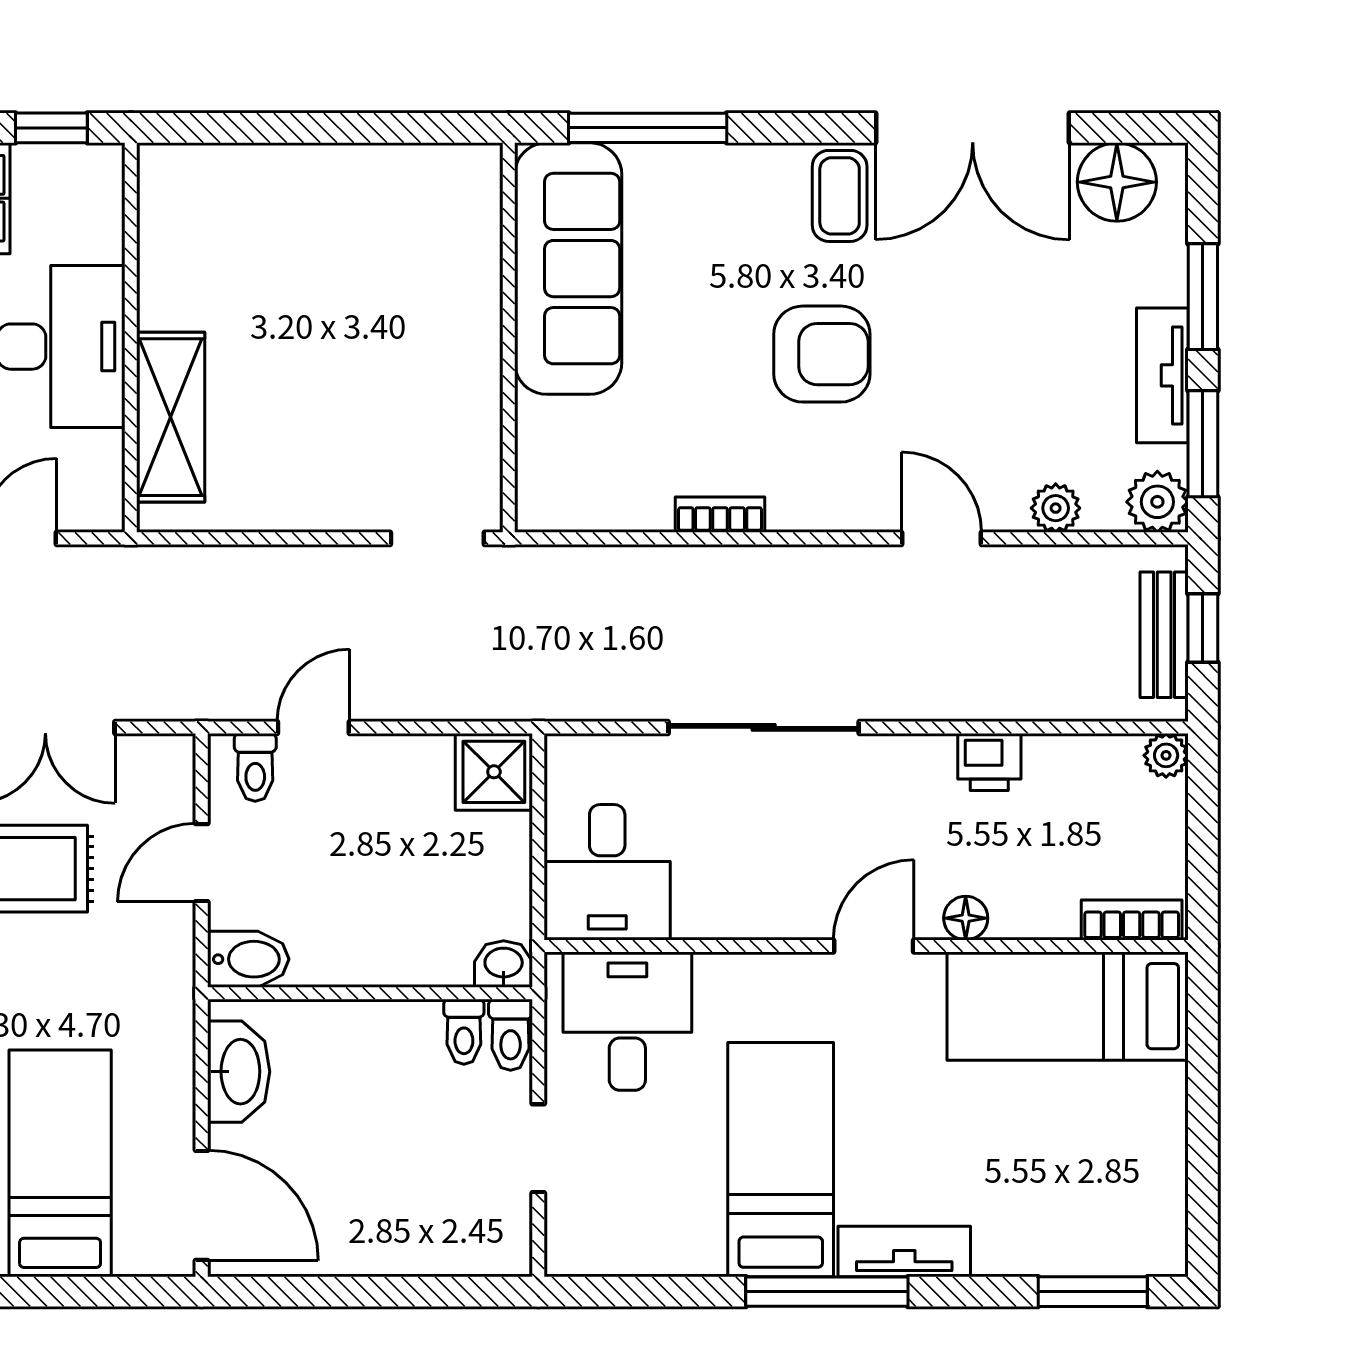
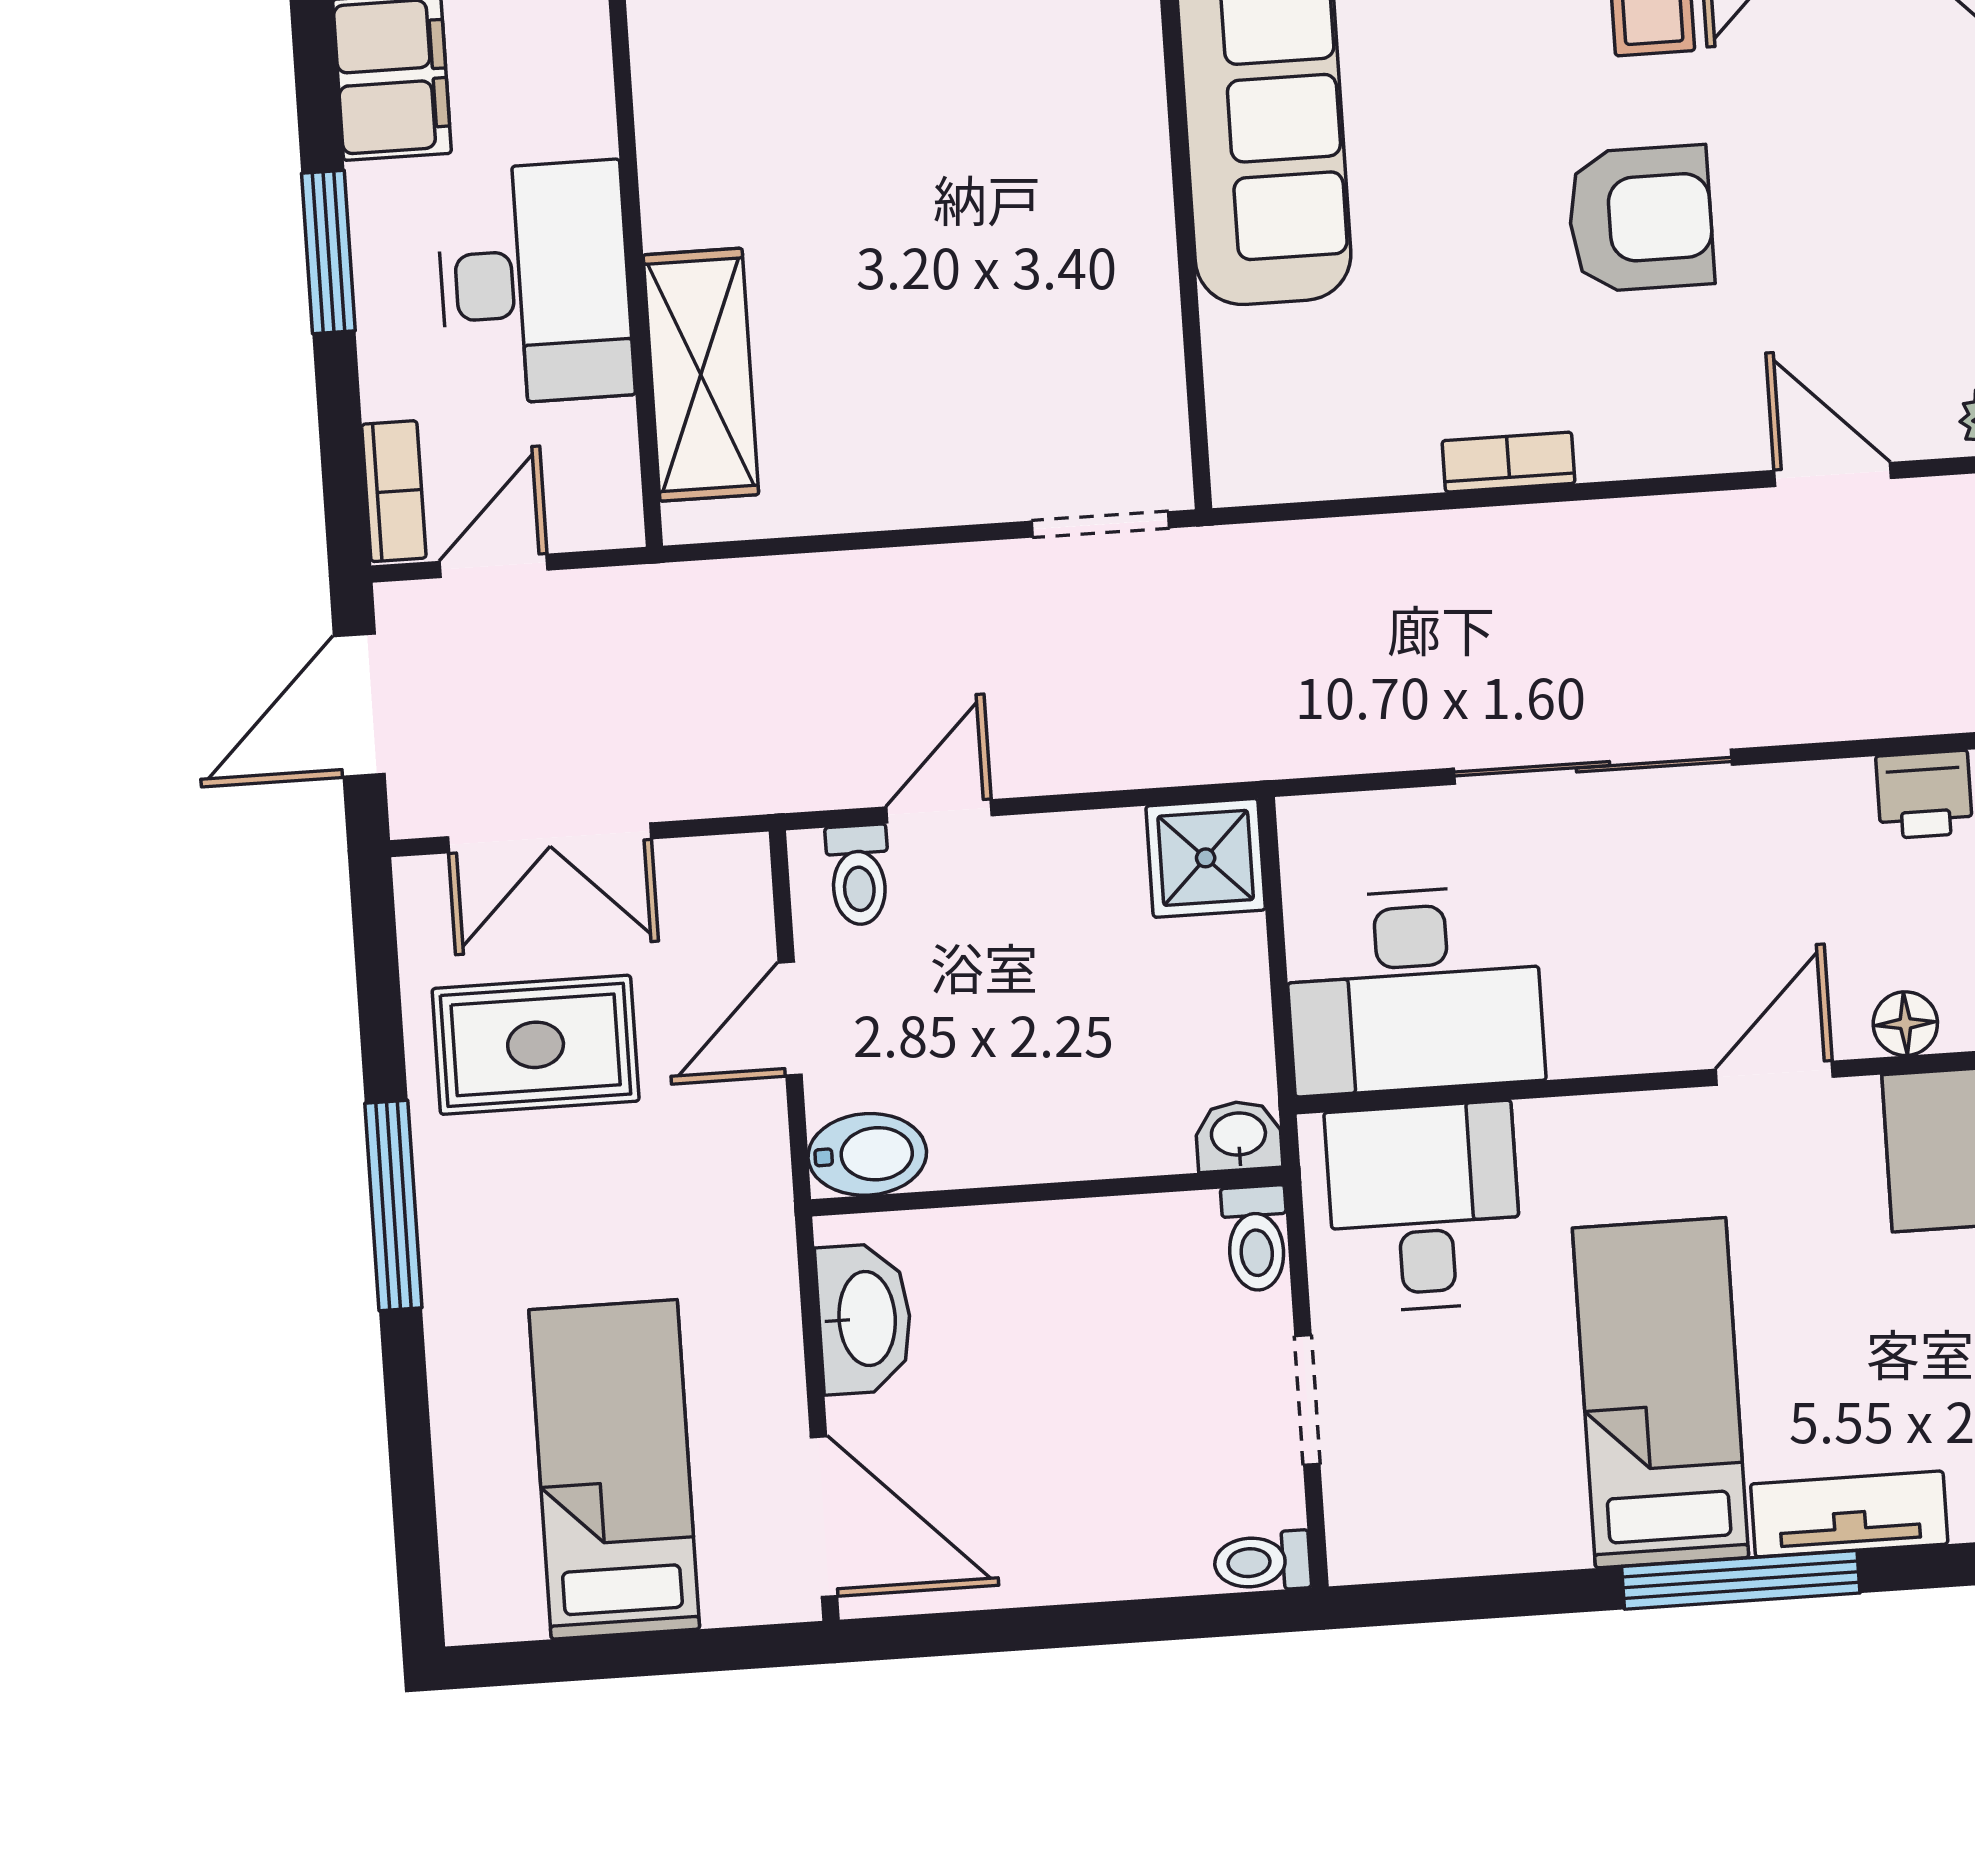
desk: (607, 872) -> (1414, 990), width x1.37
toilet: (464, 1032) -> (1262, 1562), moved, turned 90

